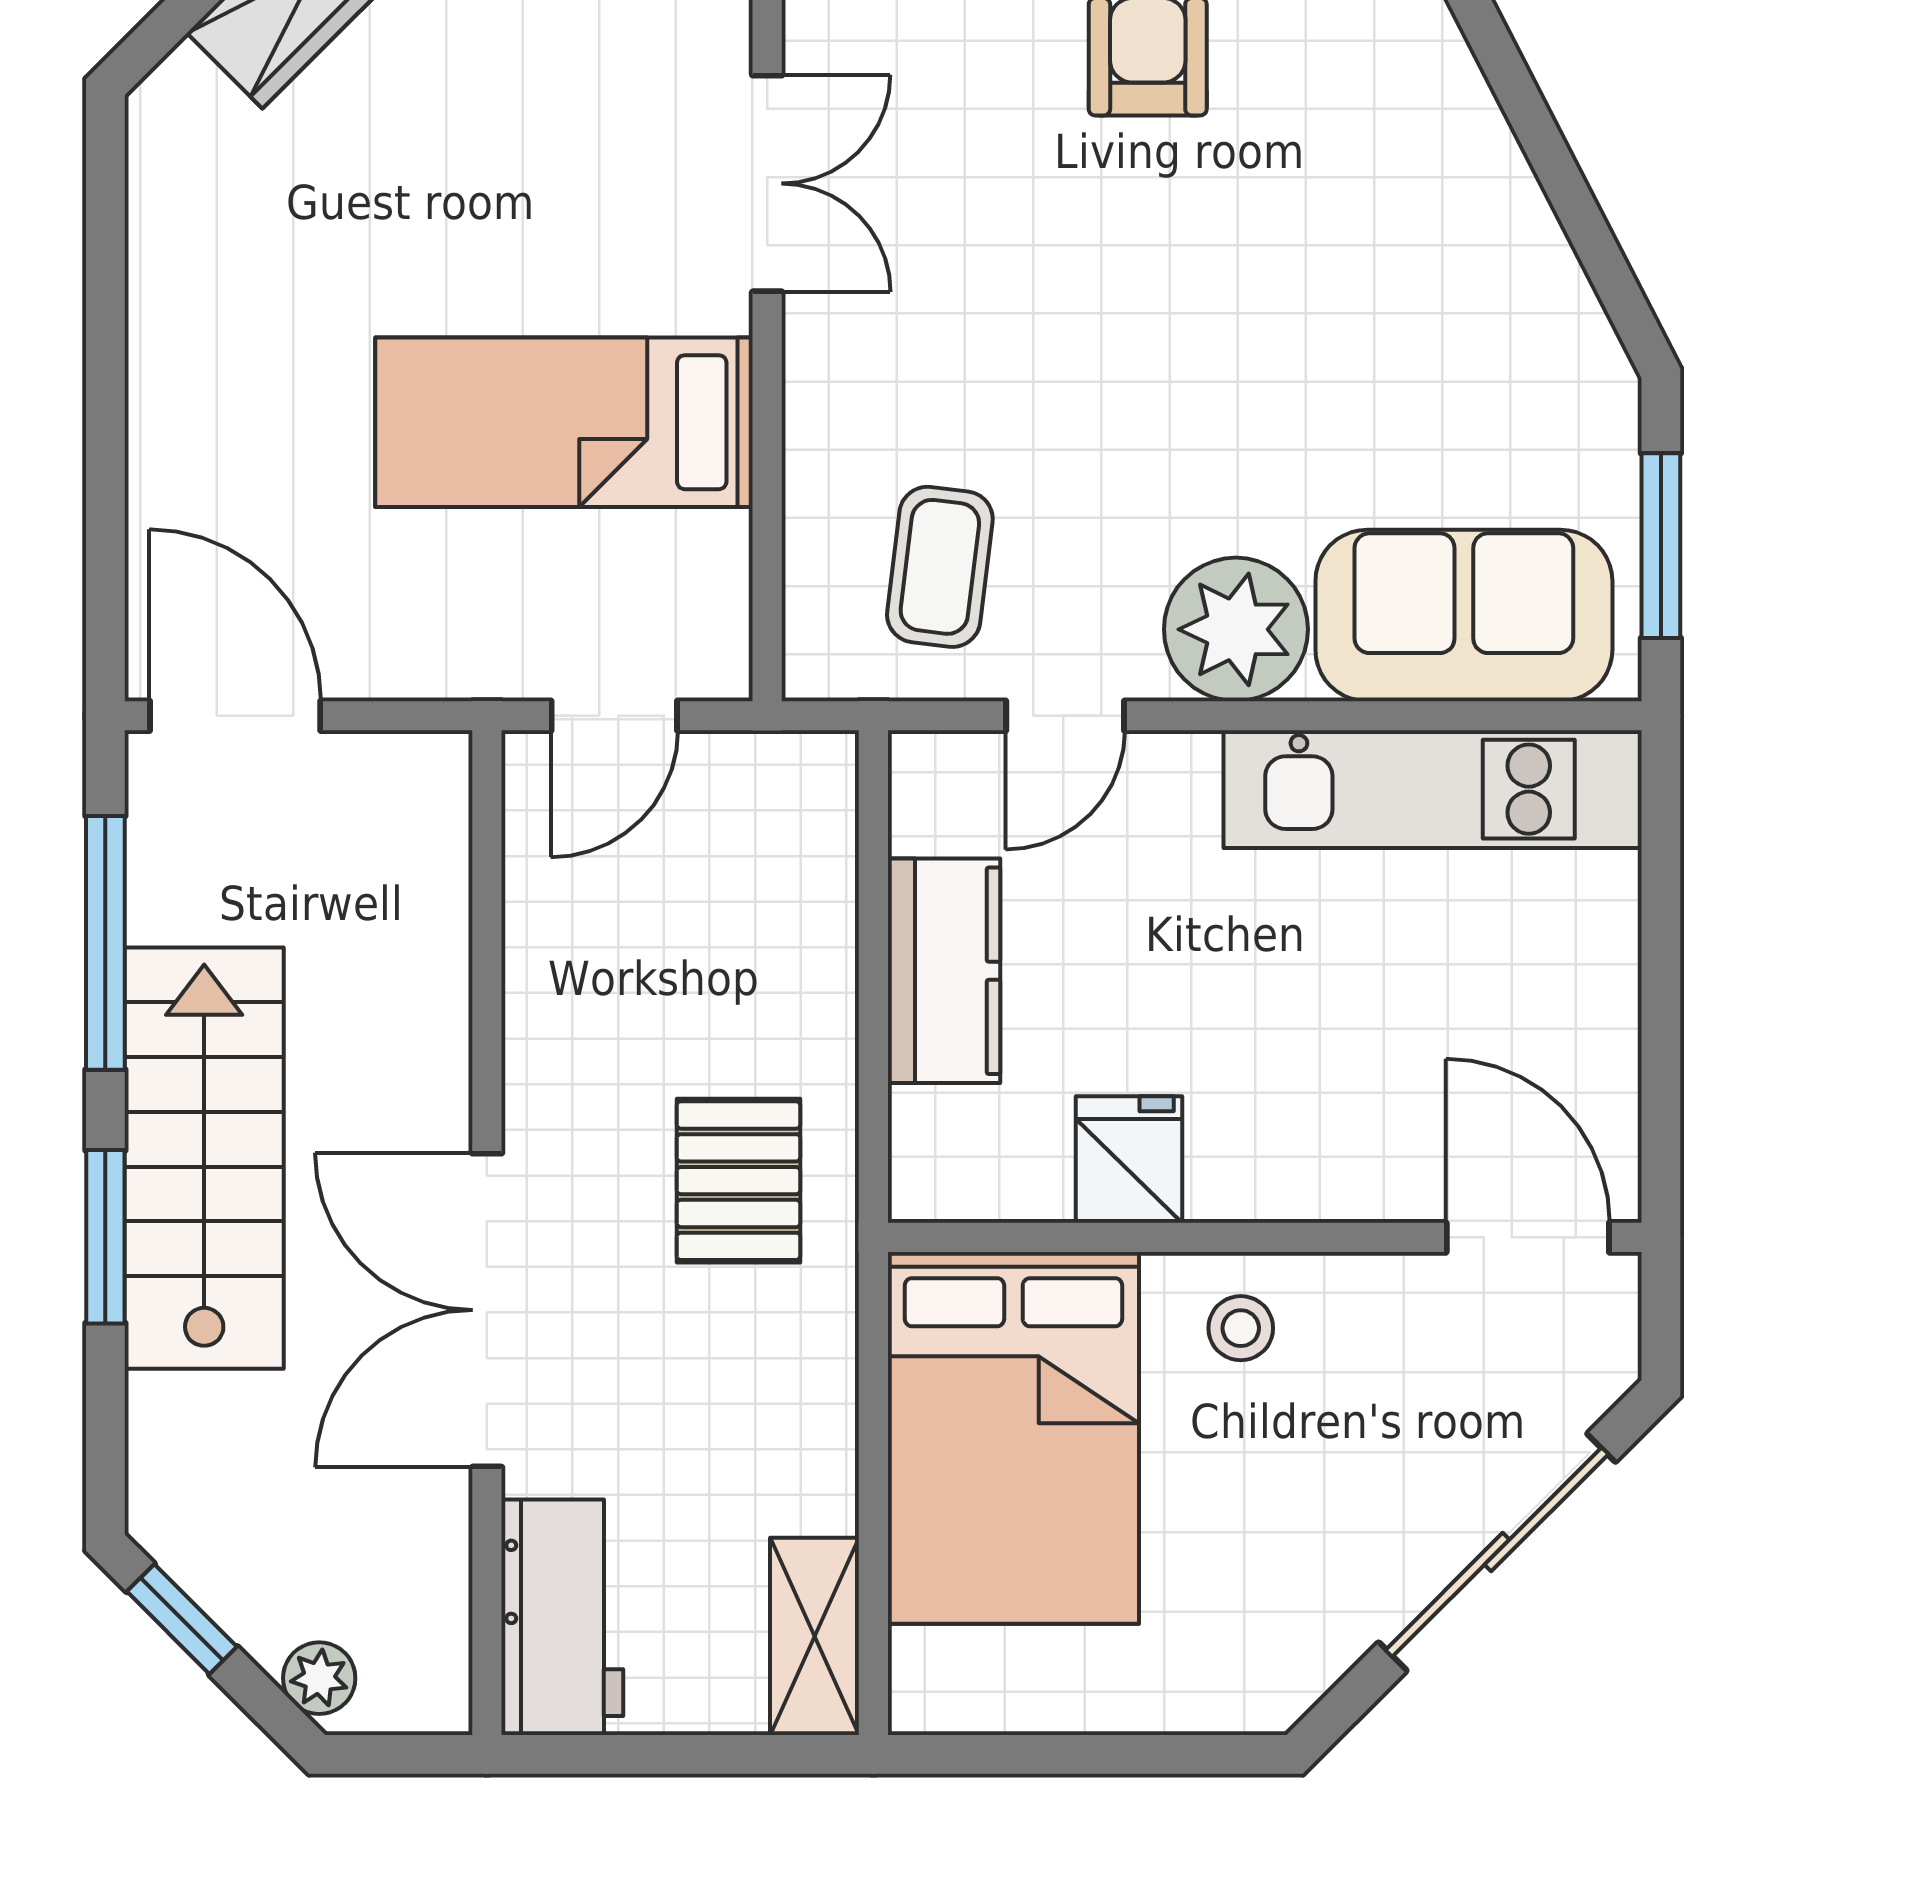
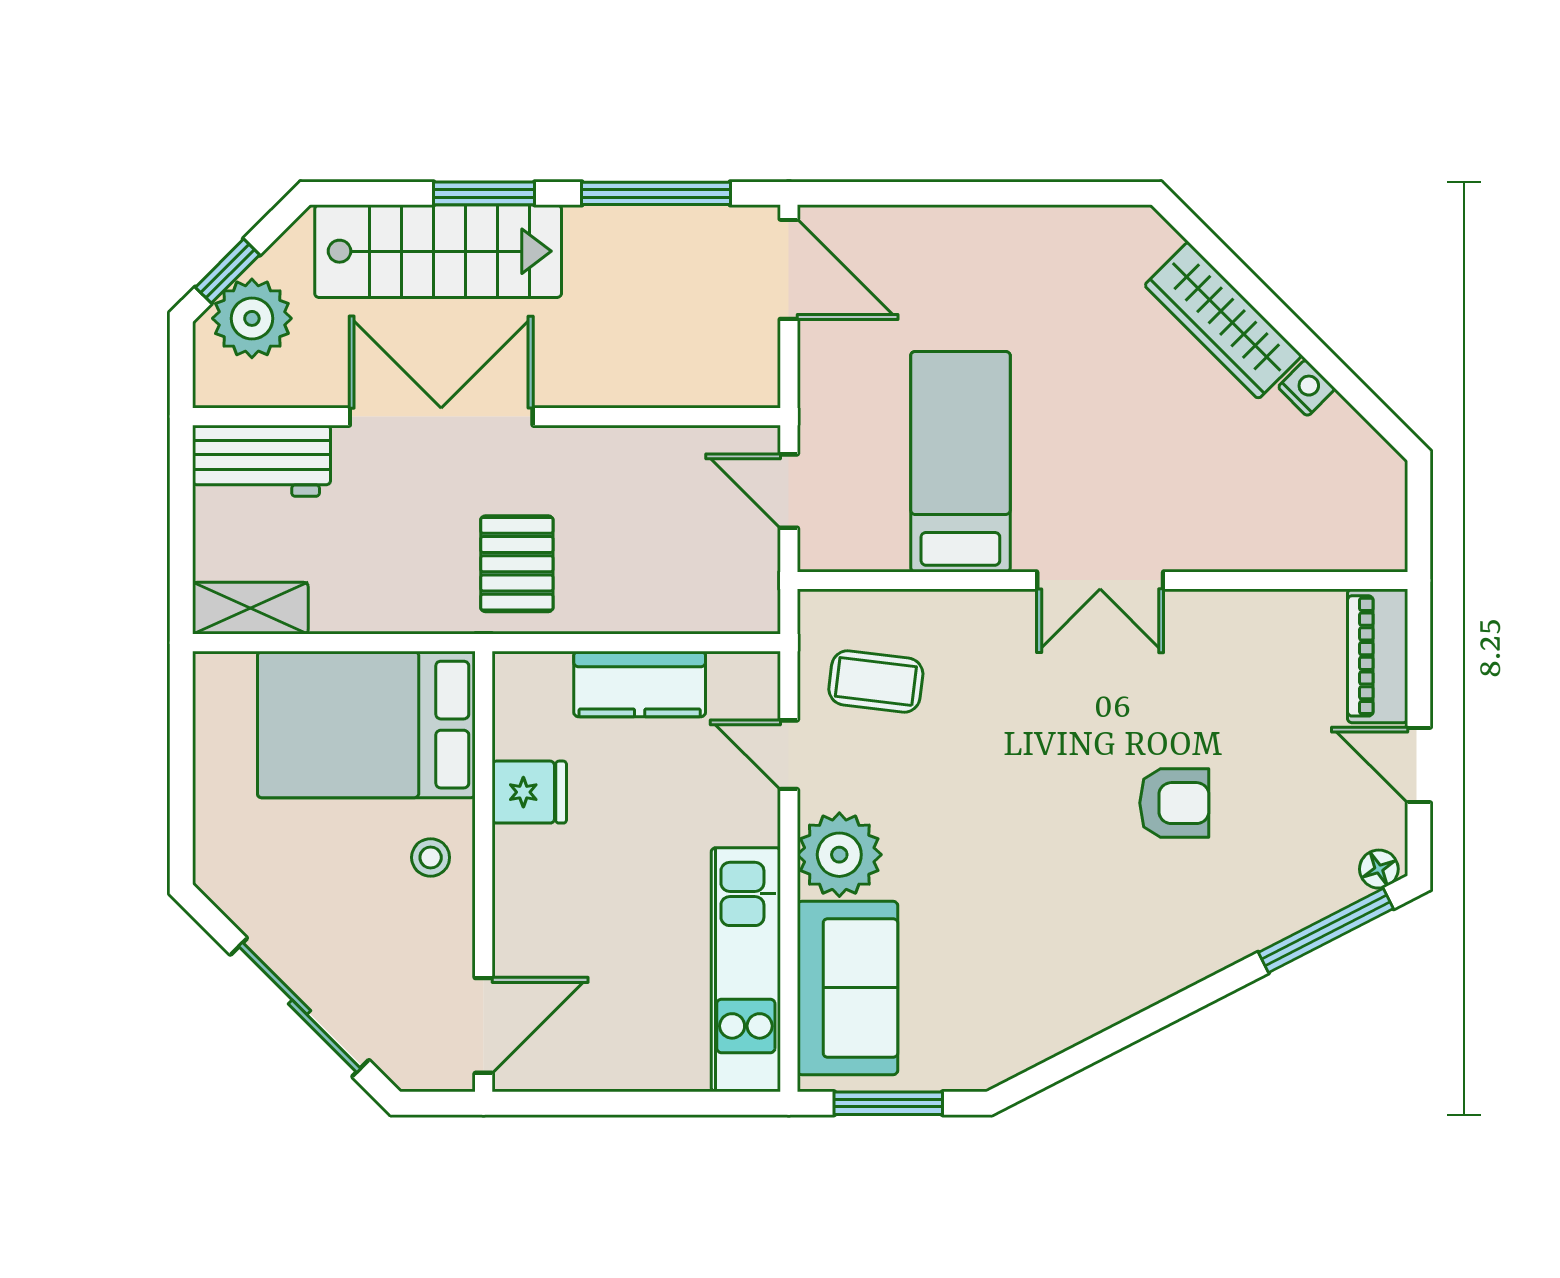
door: (235, 716) -> (789, 269), hinge flipped
stairs: (204, 1158) -> (438, 251), moved
pallet: (739, 1181) -> (517, 564), turned 90
window: (182, 1619) -> (227, 271), moved
plant: (319, 1678) -> (252, 318), width x1.88, depth x1.88

